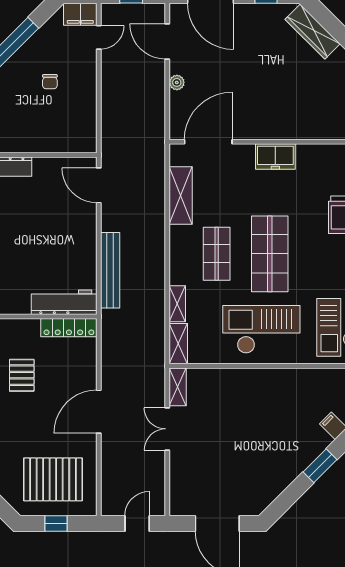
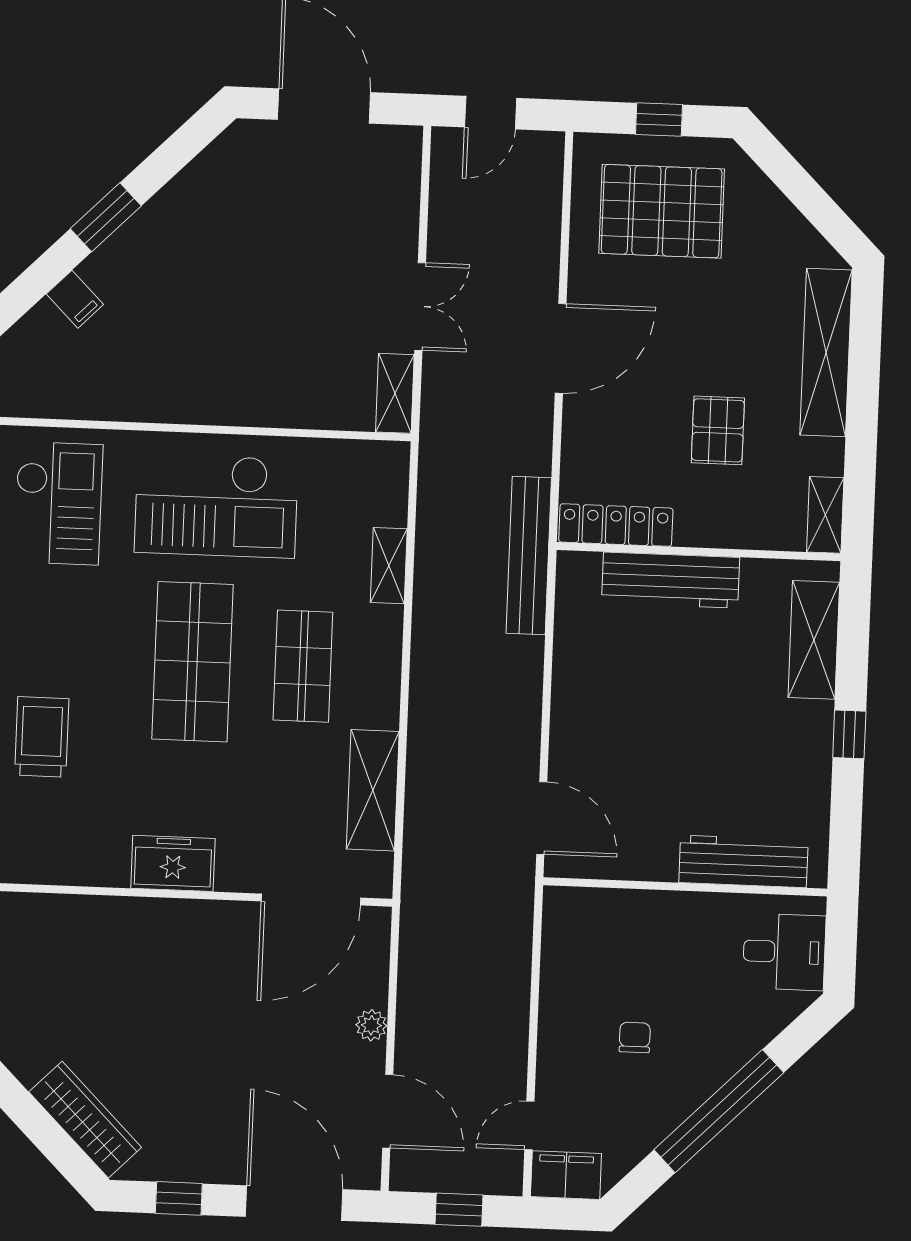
bench: (110, 270) -> (529, 556), moved
workbench: (64, 302) -> (671, 580), moved
shelving: (178, 344) -> (390, 483), removed

